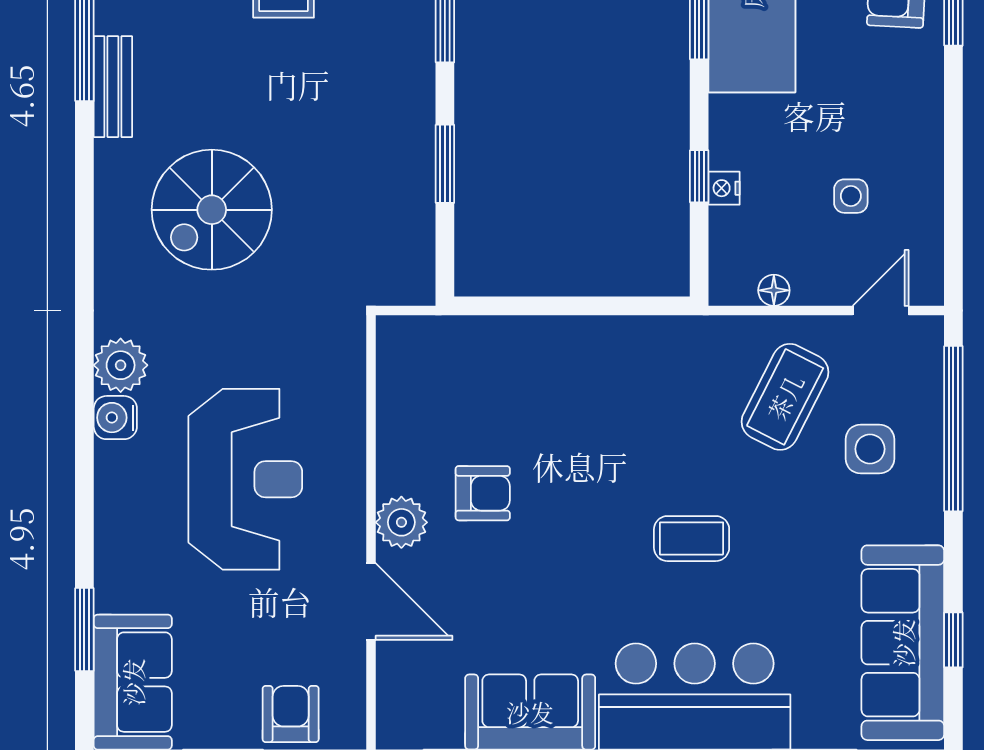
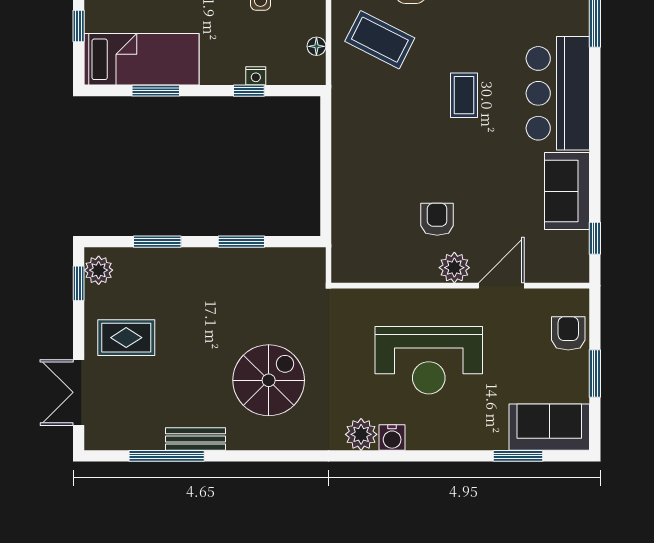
spiral stairs: (212, 210) -> (269, 380), turned -90
reception desk: (245, 479) -> (429, 360), turned 180
armchair: (291, 714) -> (568, 333), turned 90

